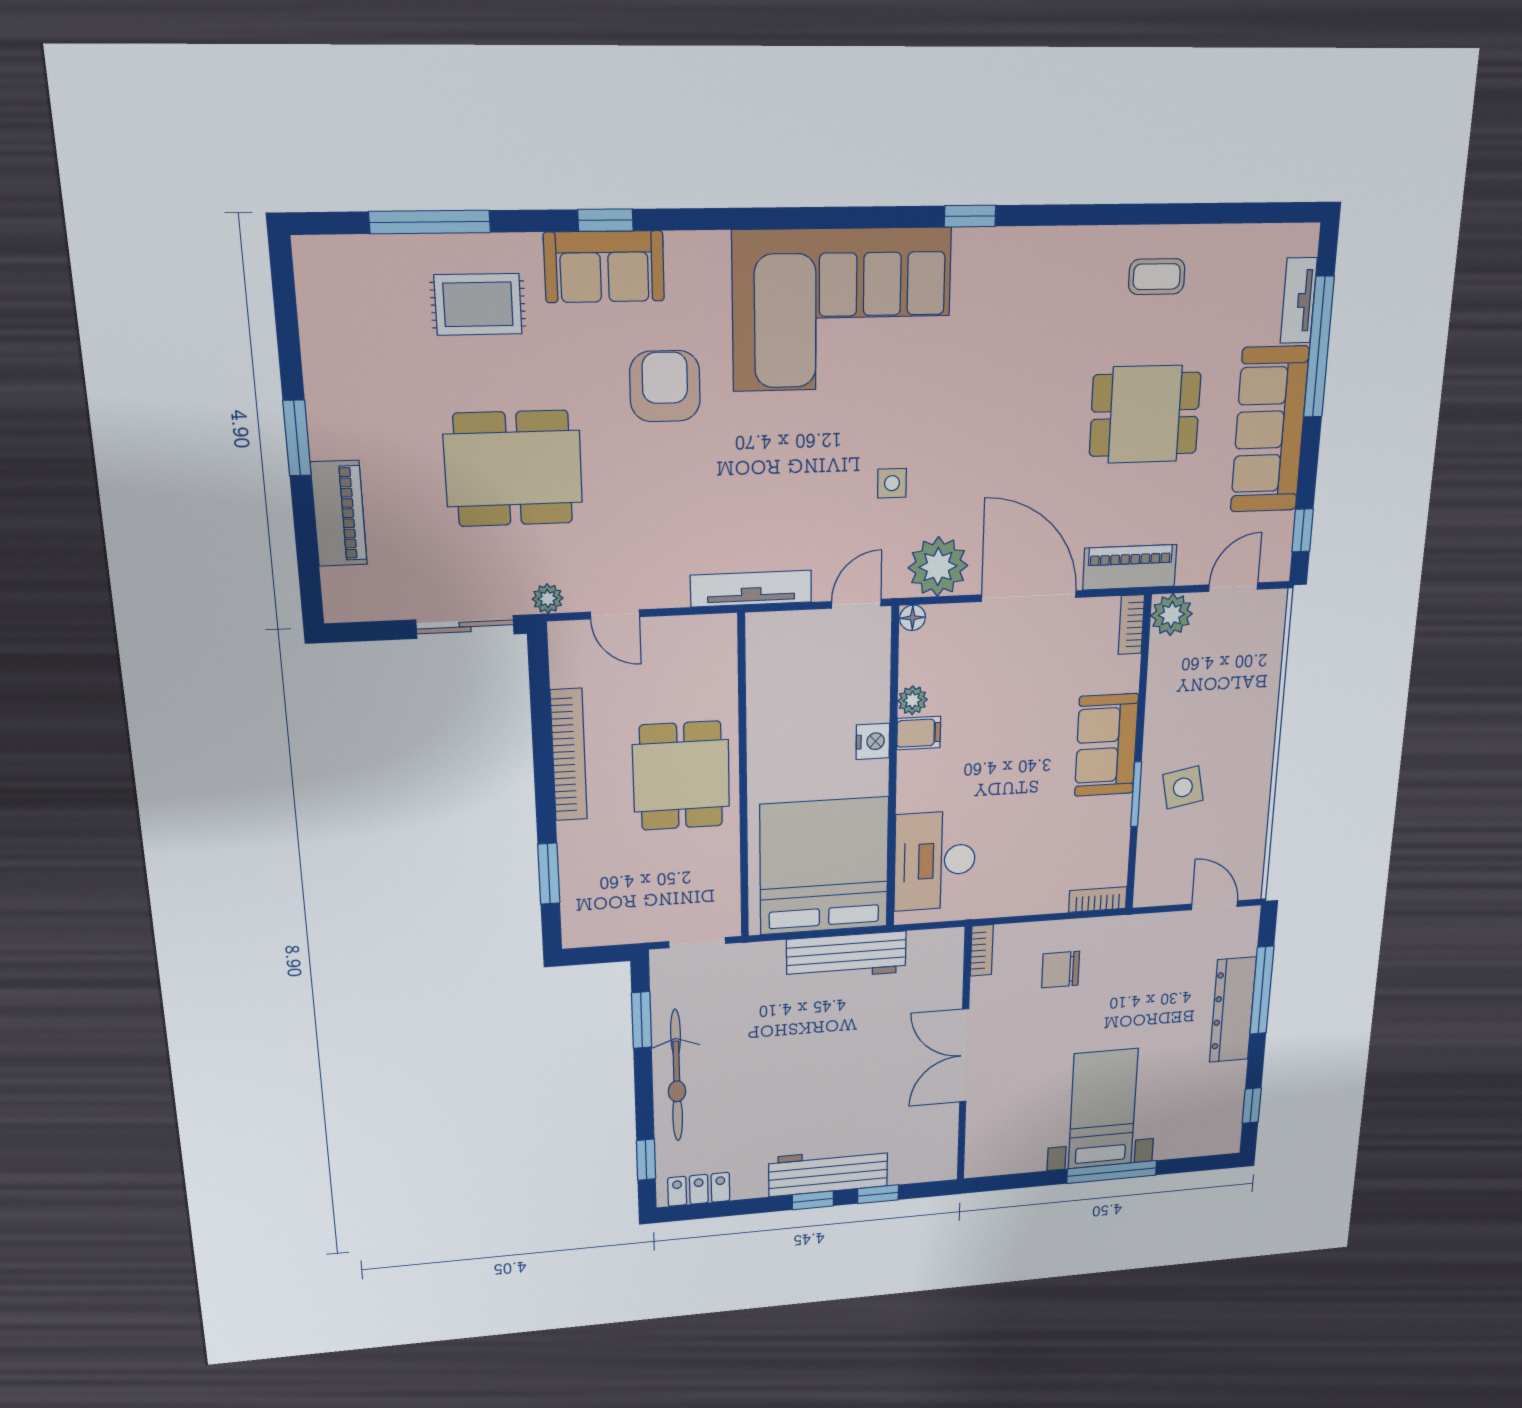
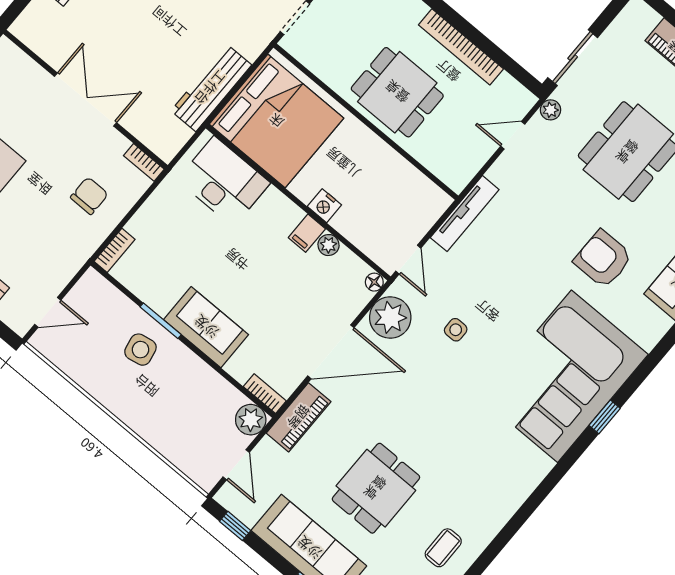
window: (970, 216) -> (605, 417), moved
armchair: (665, 386) -> (603, 259), turned 180

